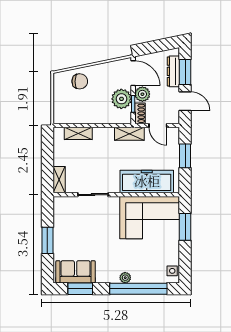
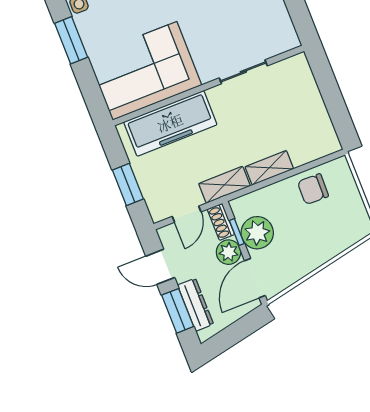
door: (133, 73) -> (255, 278), hinge flipped
chair: (80, 81) -> (313, 189), moved
door: (158, 126) -> (187, 214), swing flipped
shelving: (78, 133) -> (269, 168), moved
shelving: (59, 180) -> (303, 74), removed
window: (185, 227) -> (71, 40), moved

